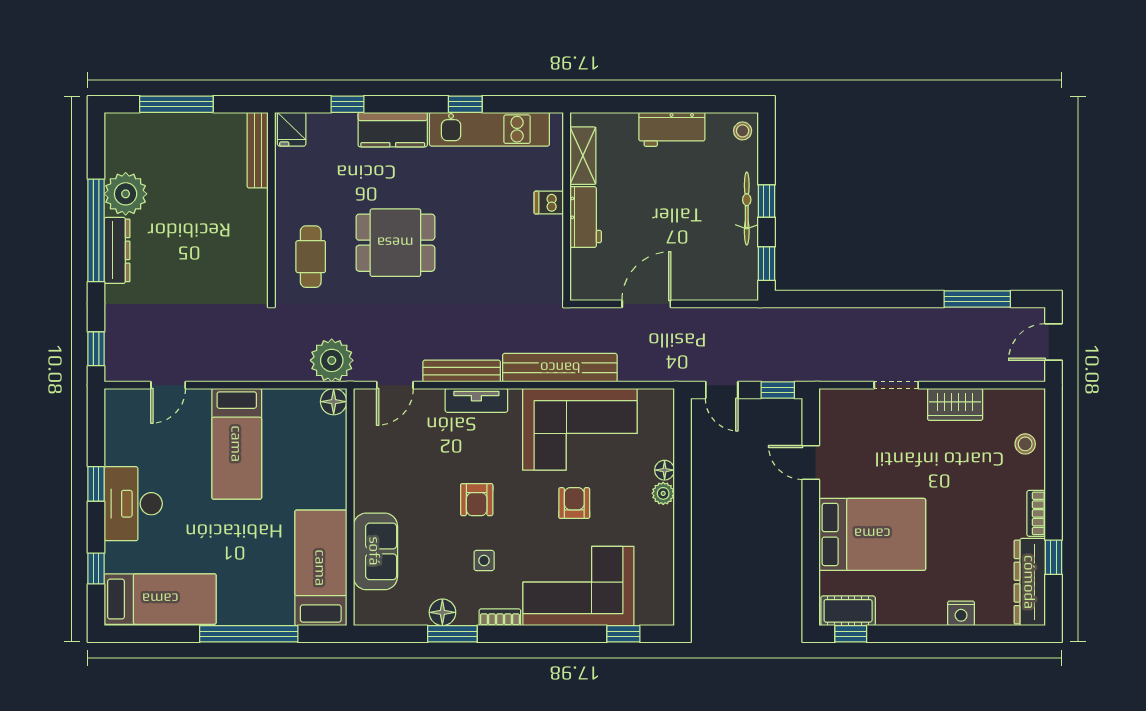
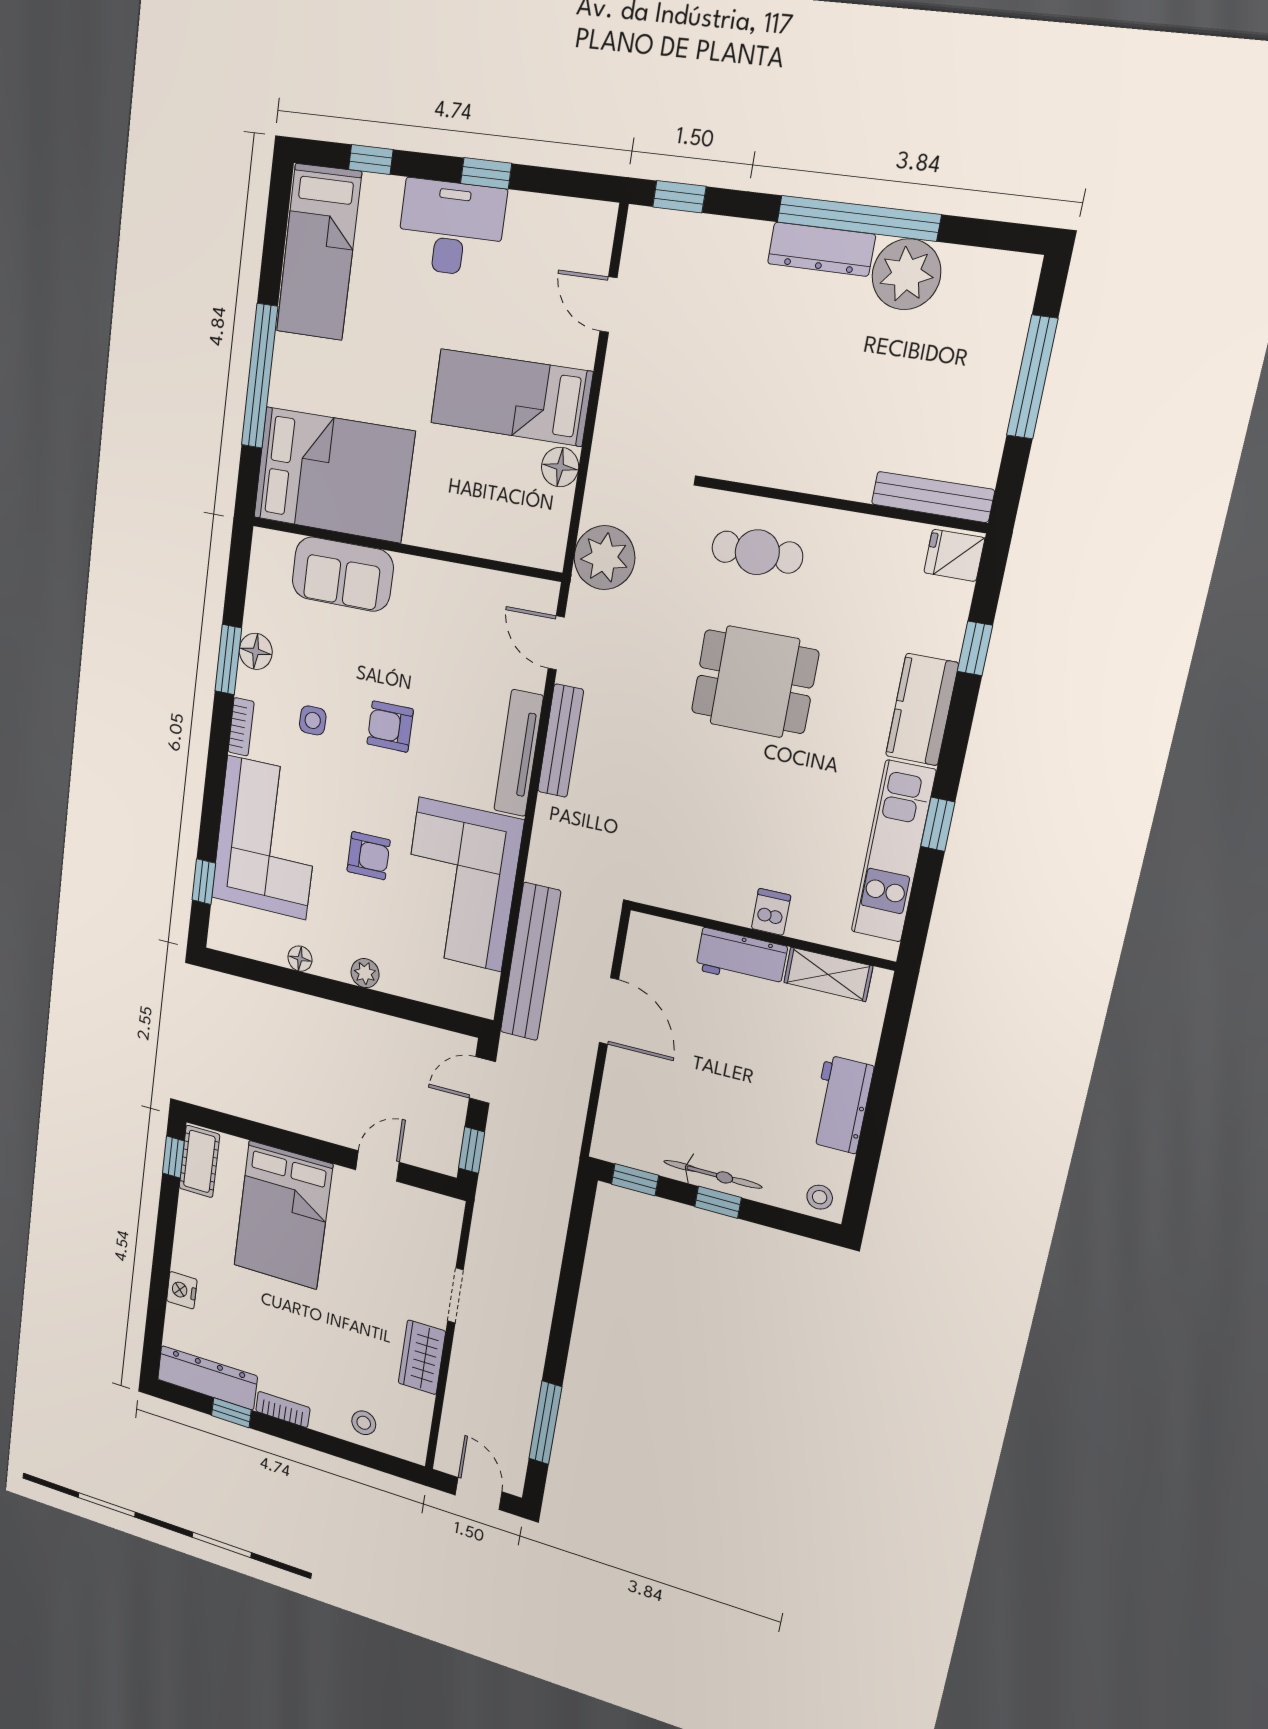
dining table: (395, 243) -> (755, 682), turned 90
bench: (560, 368) -> (530, 962), moved
tv unit: (476, 400) -> (518, 753), width x1.41
floor lamp: (334, 402) -> (560, 467), moved
floor lamp: (665, 470) -> (300, 959), moved
bed: (321, 568) -> (333, 475), width x1.50

